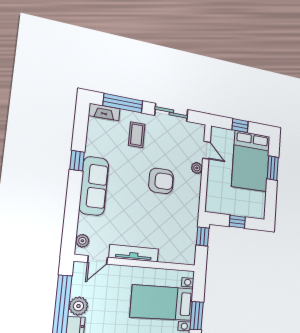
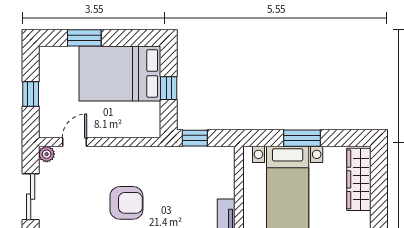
bed: (251, 161) -> (120, 74), moved, turned 180
plant: (197, 168) -> (47, 154), moved
armchair: (161, 181) -> (126, 203), turned 90

